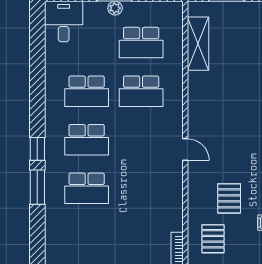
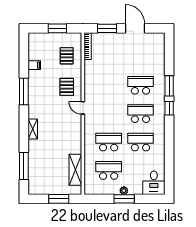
pallet: (229, 198) -> (67, 87), moved

